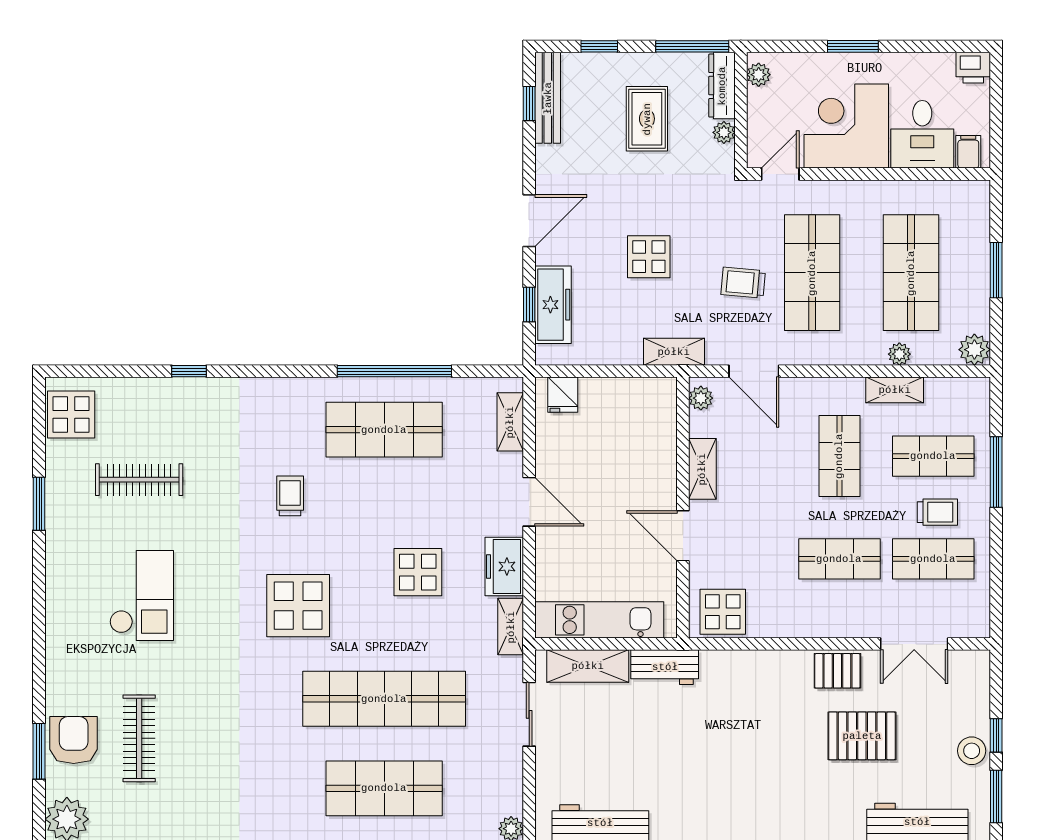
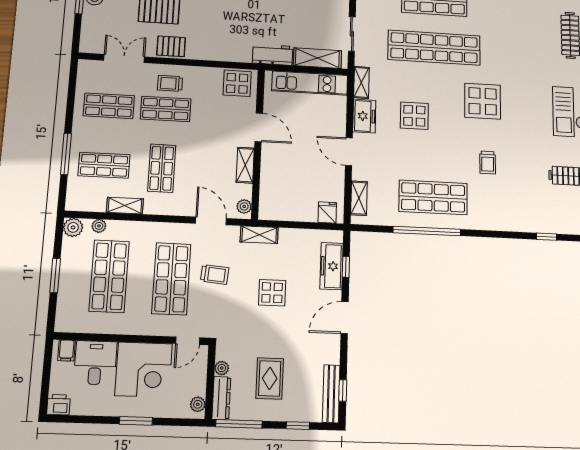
plant: (899, 354) -> (99, 226), moved
trolley: (937, 512) -> (170, 83), moved

